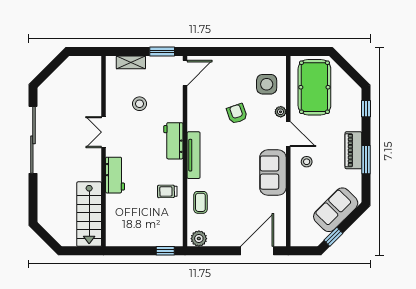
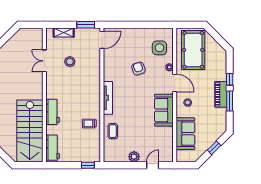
window: (366, 109) -> (230, 79), moved
double door: (104, 132) -> (44, 61), moved
workbench: (173, 141) -> (53, 148), moved, turned 180
sofa: (336, 210) -> (185, 134), moved, turned 135
stairs: (89, 214) -> (30, 131), width x1.36, depth x1.51
window: (333, 237) -> (214, 148), moved
plant: (199, 239) -> (134, 157), moved
door: (257, 251) -> (153, 165), width x0.53

